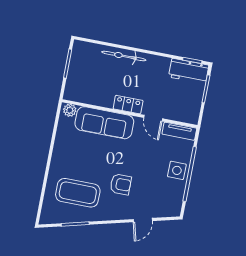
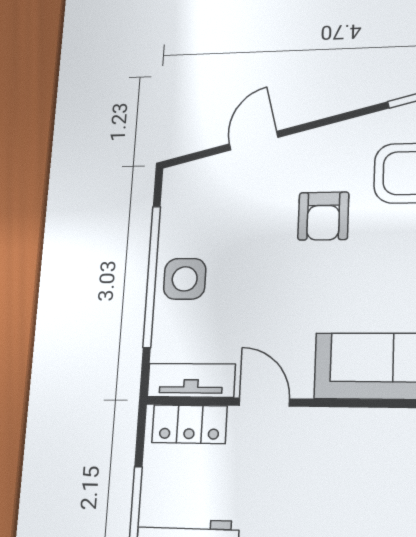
locker: (128, 105) -> (190, 424), moved
armchair: (121, 184) -> (323, 216), turned -90

